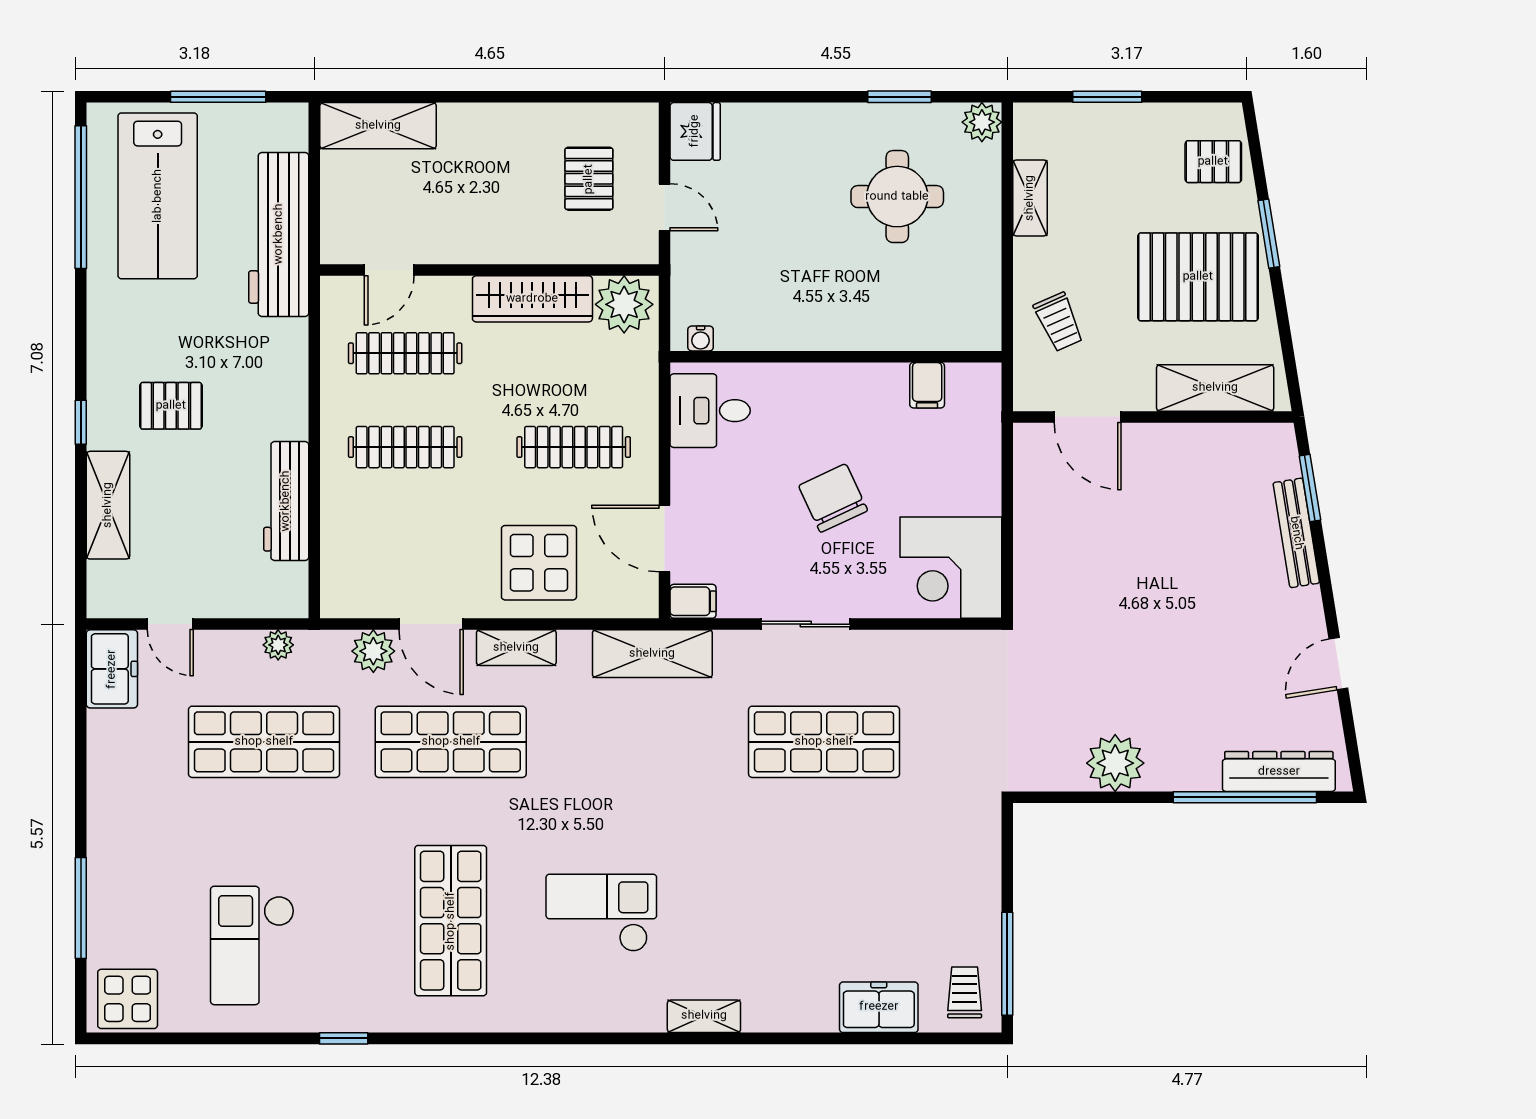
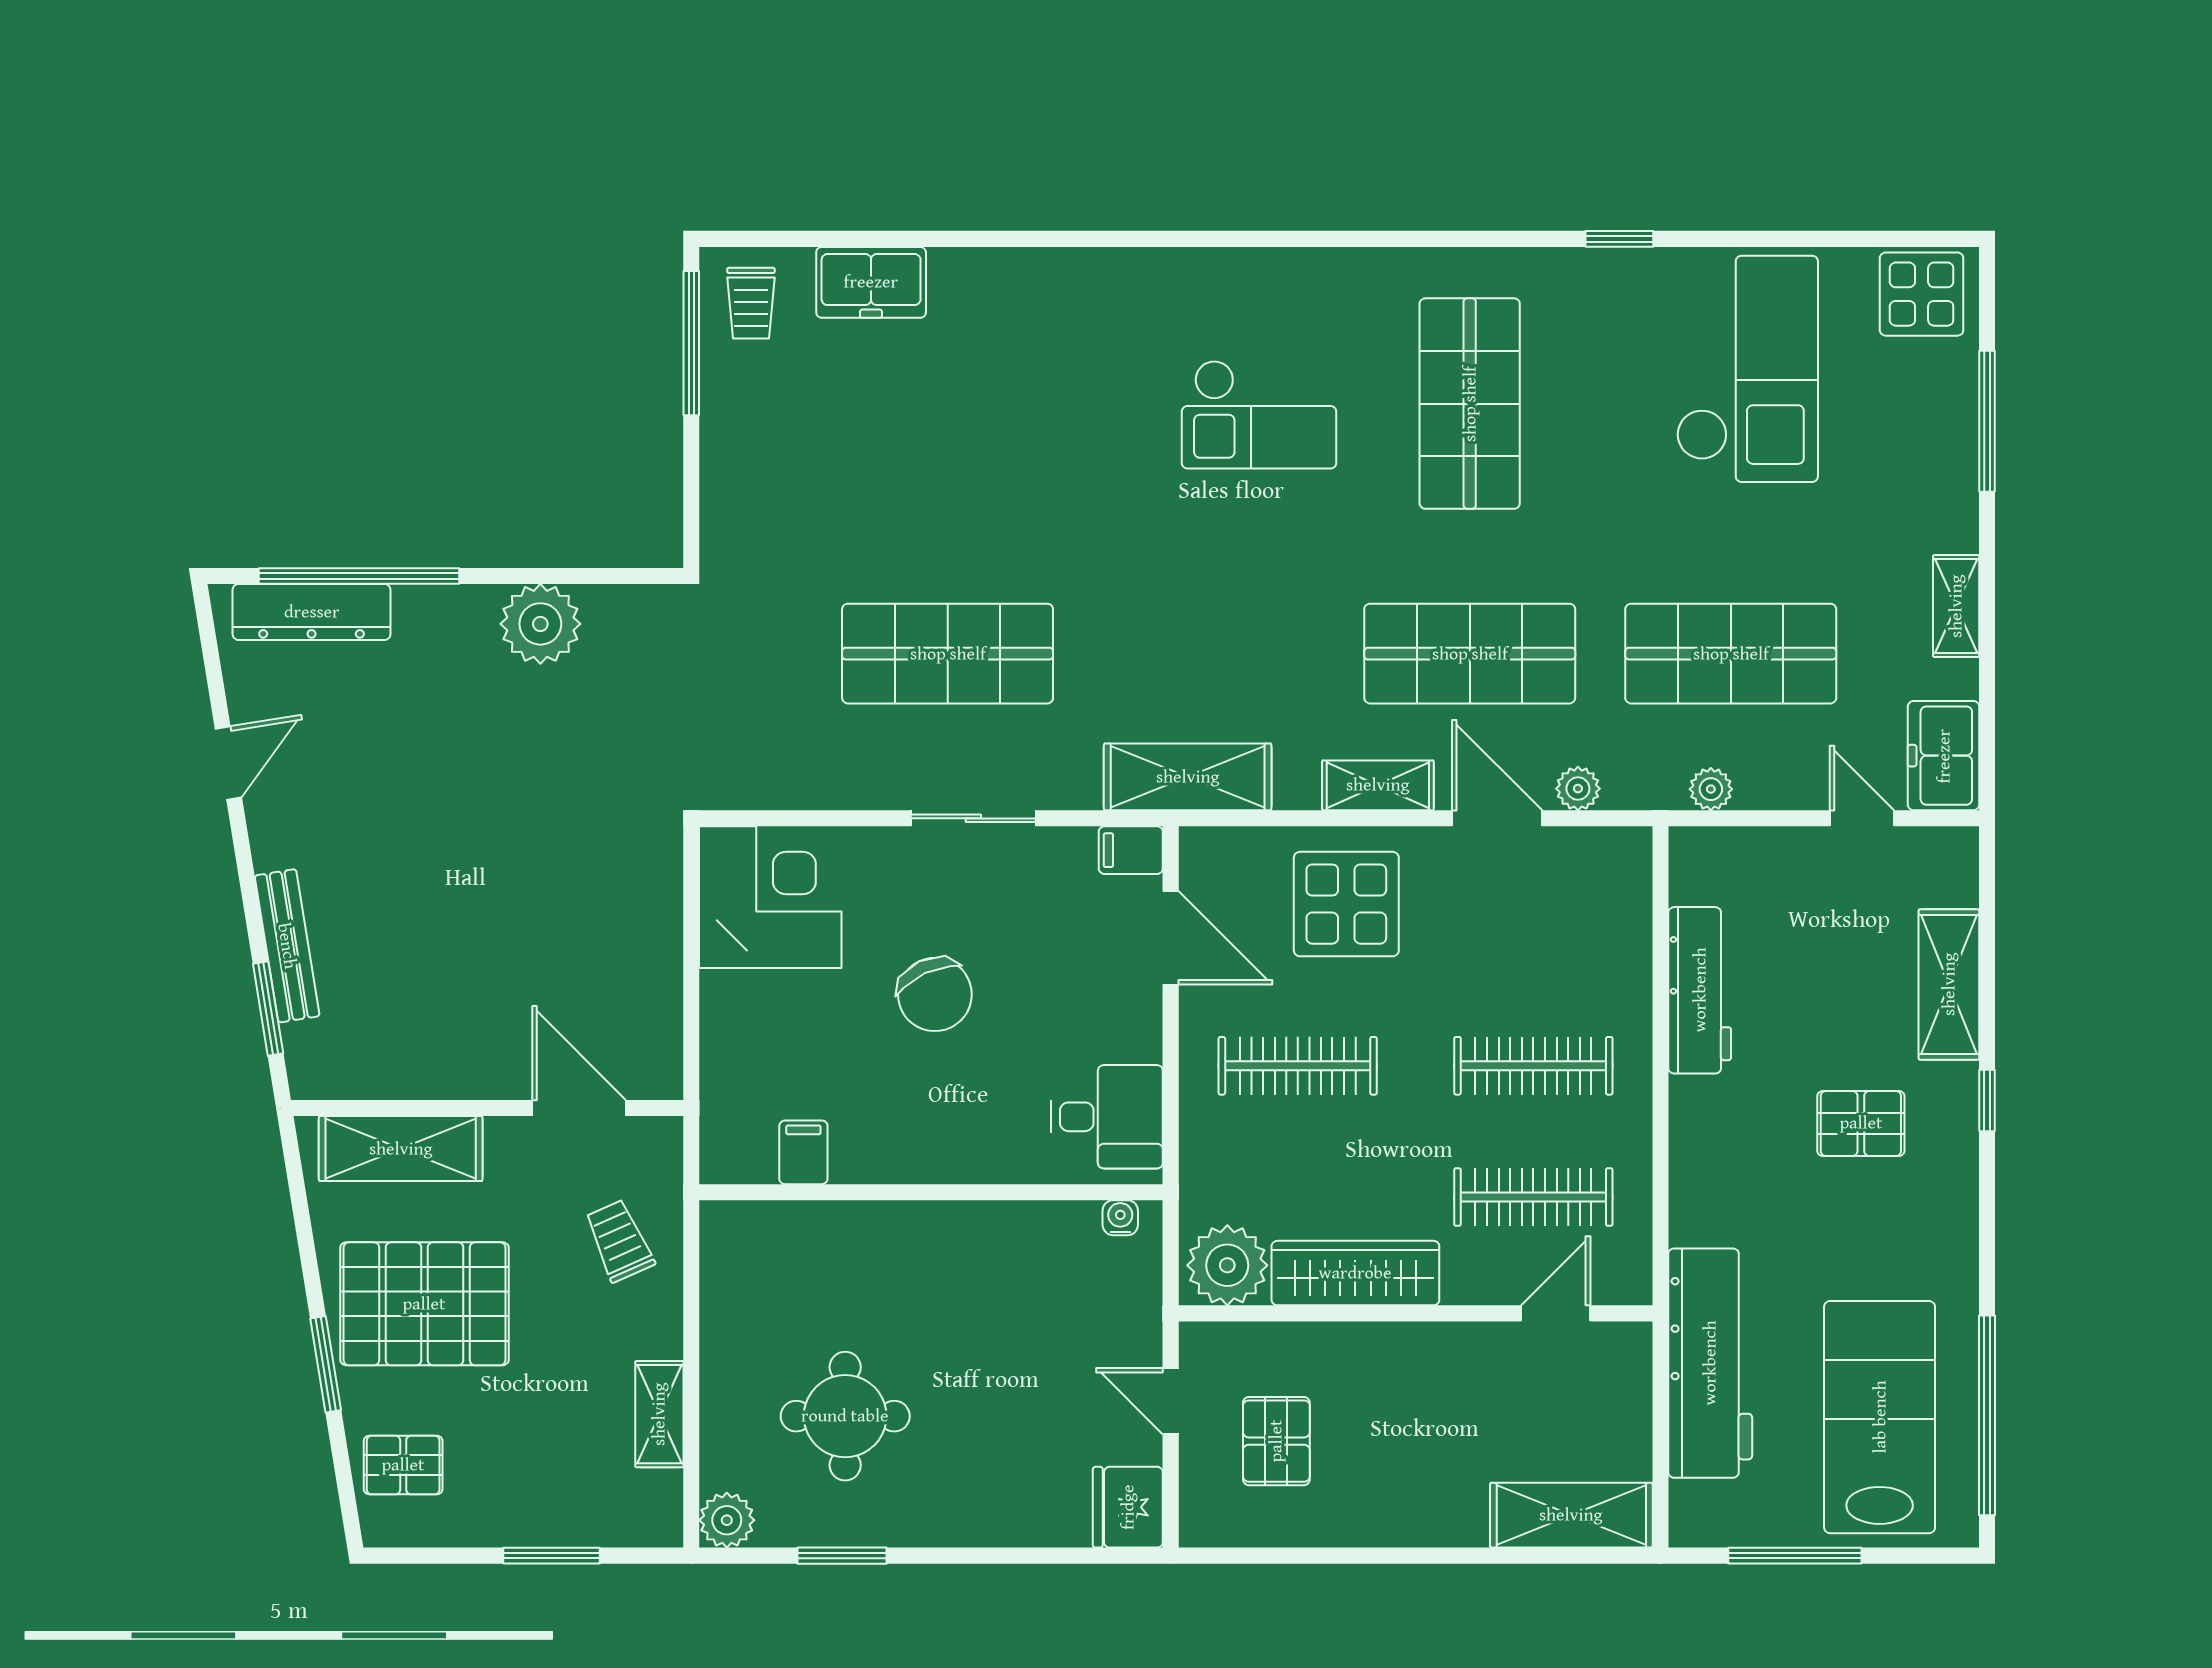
plant: (373, 651) -> (1578, 789), width x0.73, depth x0.73
checkout: (252, 945) -> (1747, 369), width x1.36, depth x1.21
shelving: (704, 1016) -> (1956, 606), moved, turned 90

